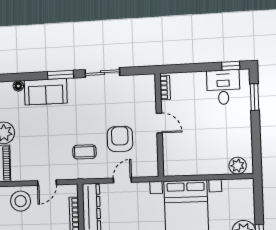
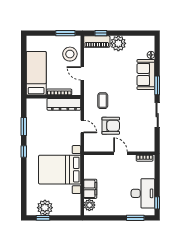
desk: (223, 87) -> (143, 193), width x1.37
door: (159, 123) -> (121, 153), swing flipped
filing cabinet: (213, 165) -> (90, 189), added

